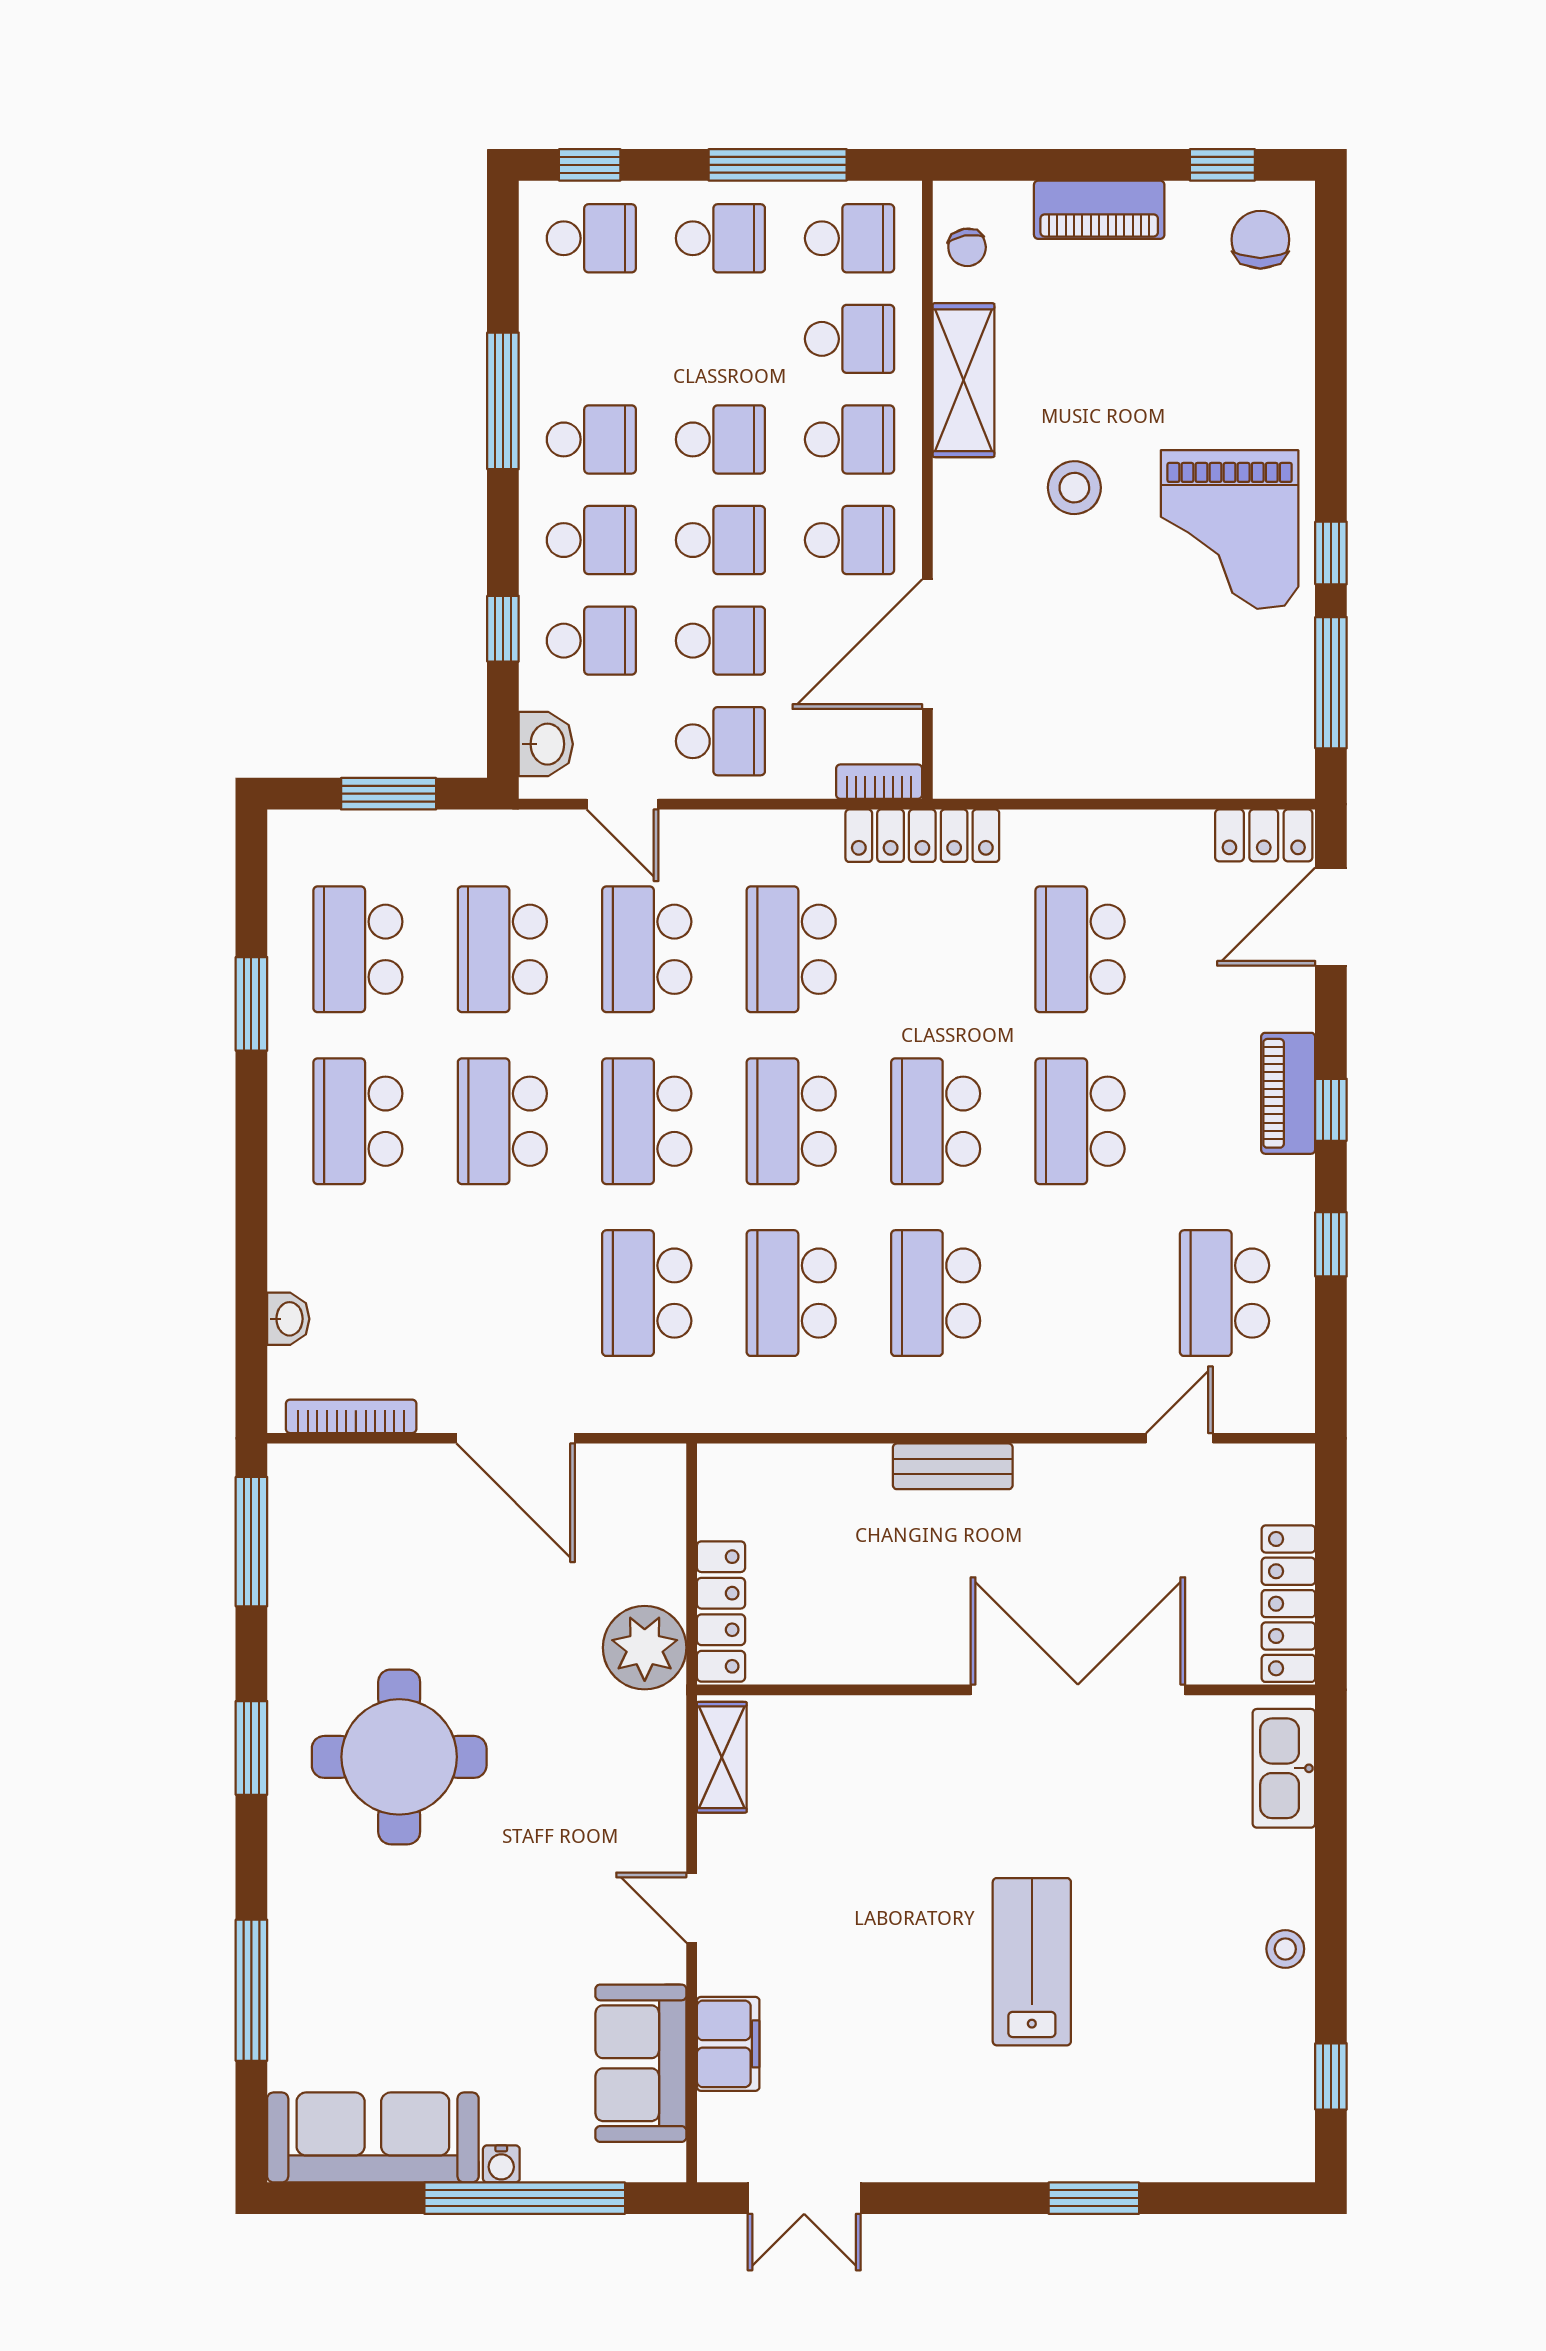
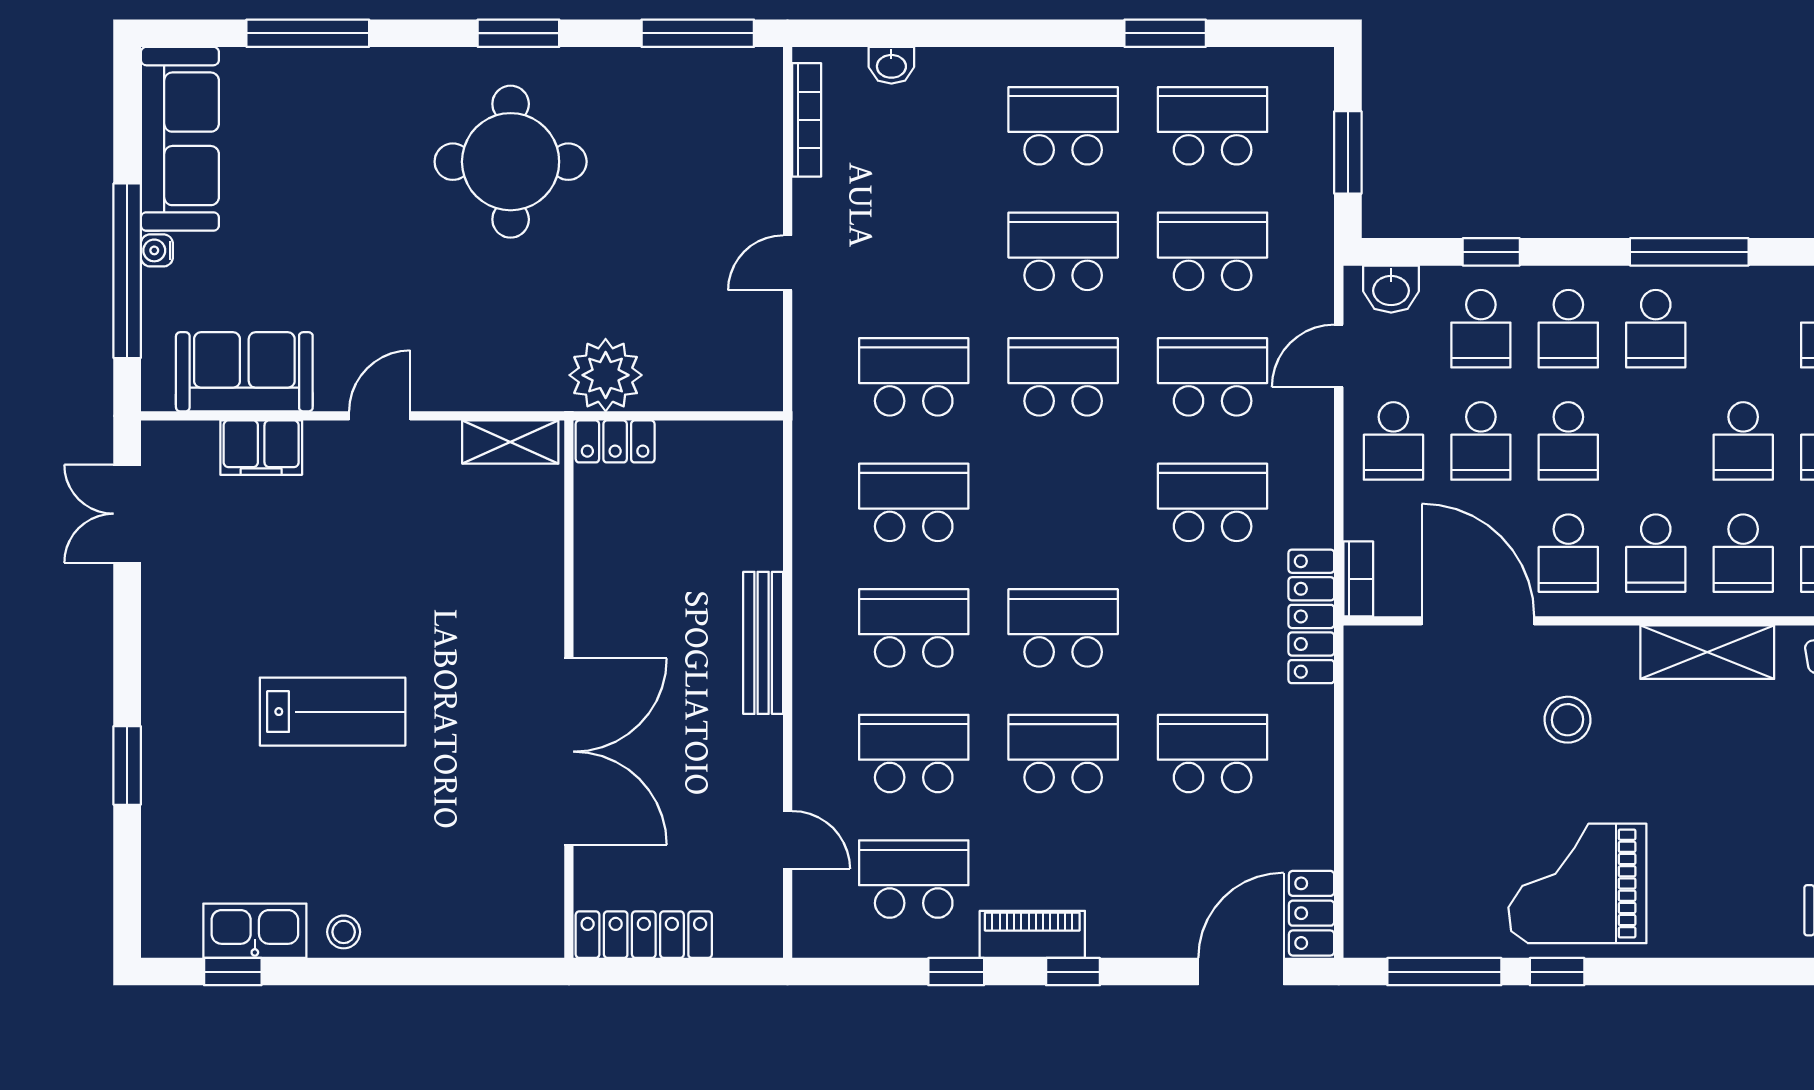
school desk: (720, 439) -> (1743, 441), moved
stool: (1074, 488) -> (1567, 720), moved
door: (1331, 917) -> (1241, 972), hinge flipped
piano: (1288, 1093) -> (1032, 934), moved
school desk: (791, 1121) -> (914, 753), moved
door: (516, 1438) -> (788, 263), width x0.53
bench: (953, 1466) -> (763, 643), width x1.36
locker: (721, 1611) -> (615, 441), width x0.66
kitchen sink: (1284, 1768) -> (255, 931), moved

